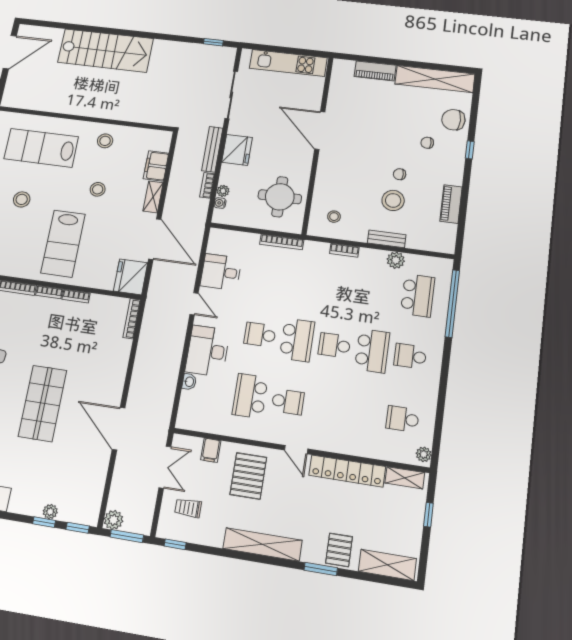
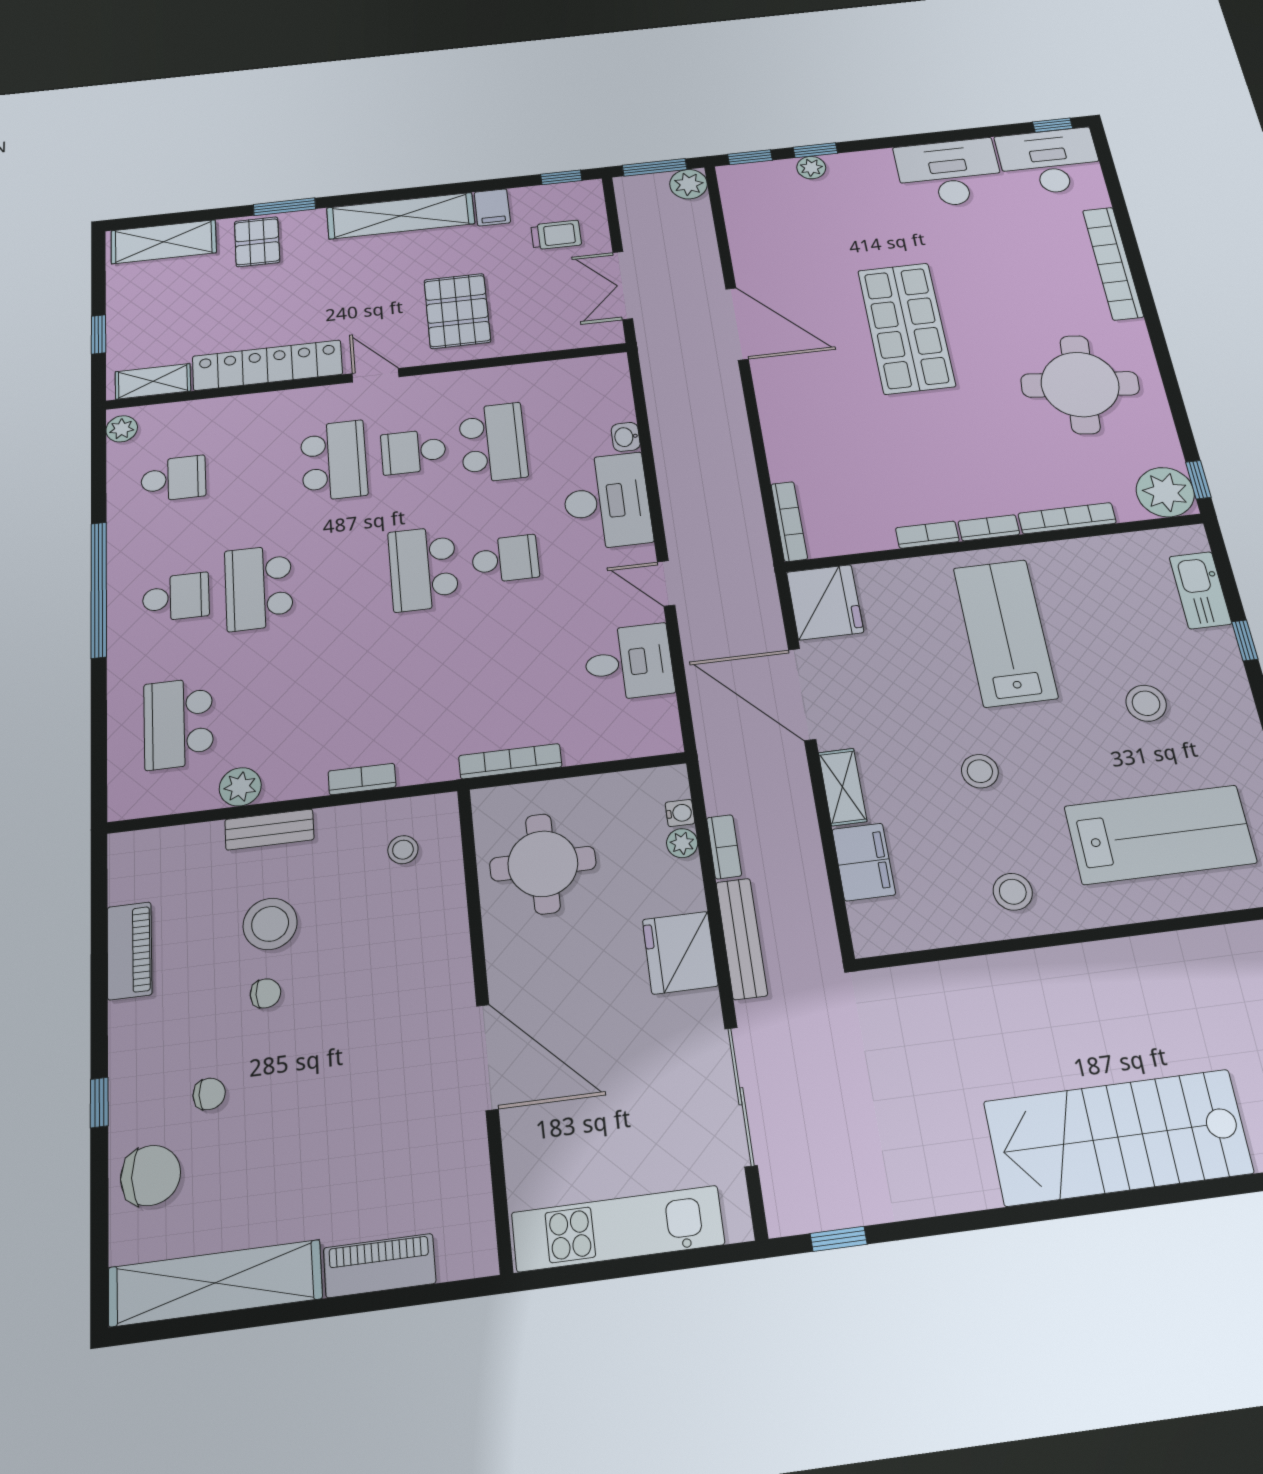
window: (452, 303) -> (99, 589), moved
school desk: (334, 345) -> (334, 461), moved, width x1.85
filing cabinet: (211, 450) -> (492, 207), moved, turned 180

